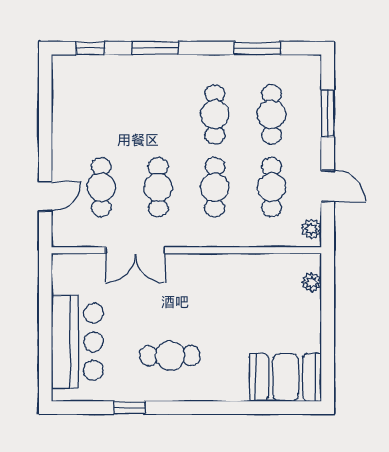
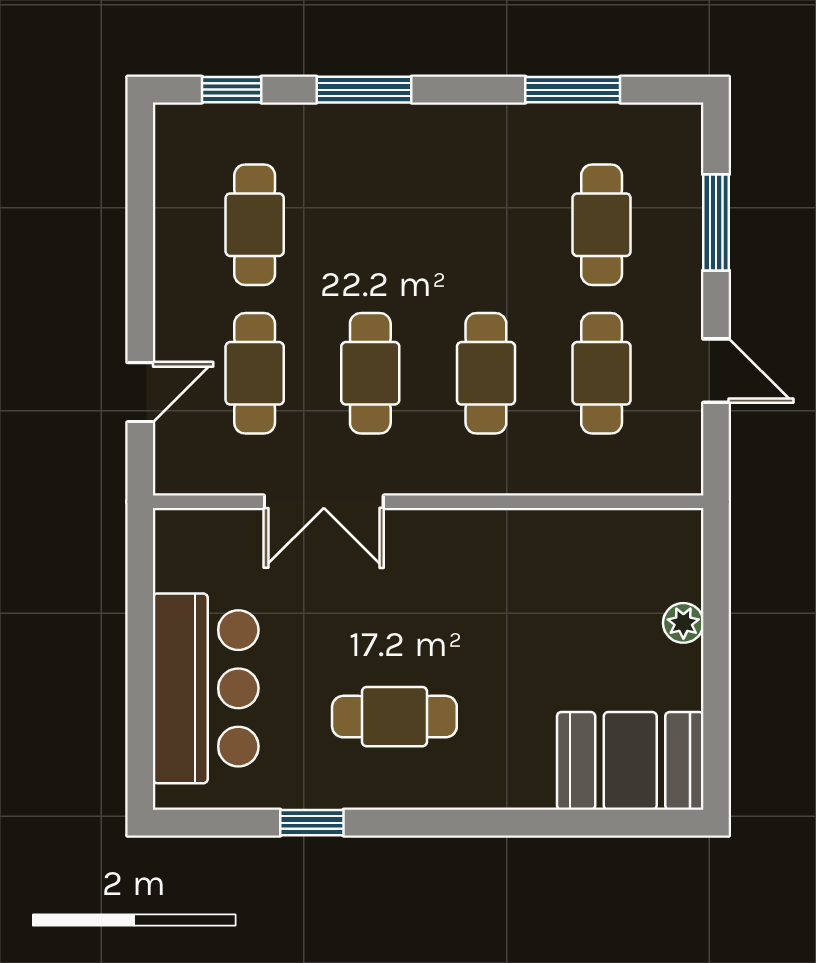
cafe table: (215, 114) -> (255, 225), moved
plant: (311, 229) -> (683, 458), removed
plant: (312, 282) -> (683, 623), moved

